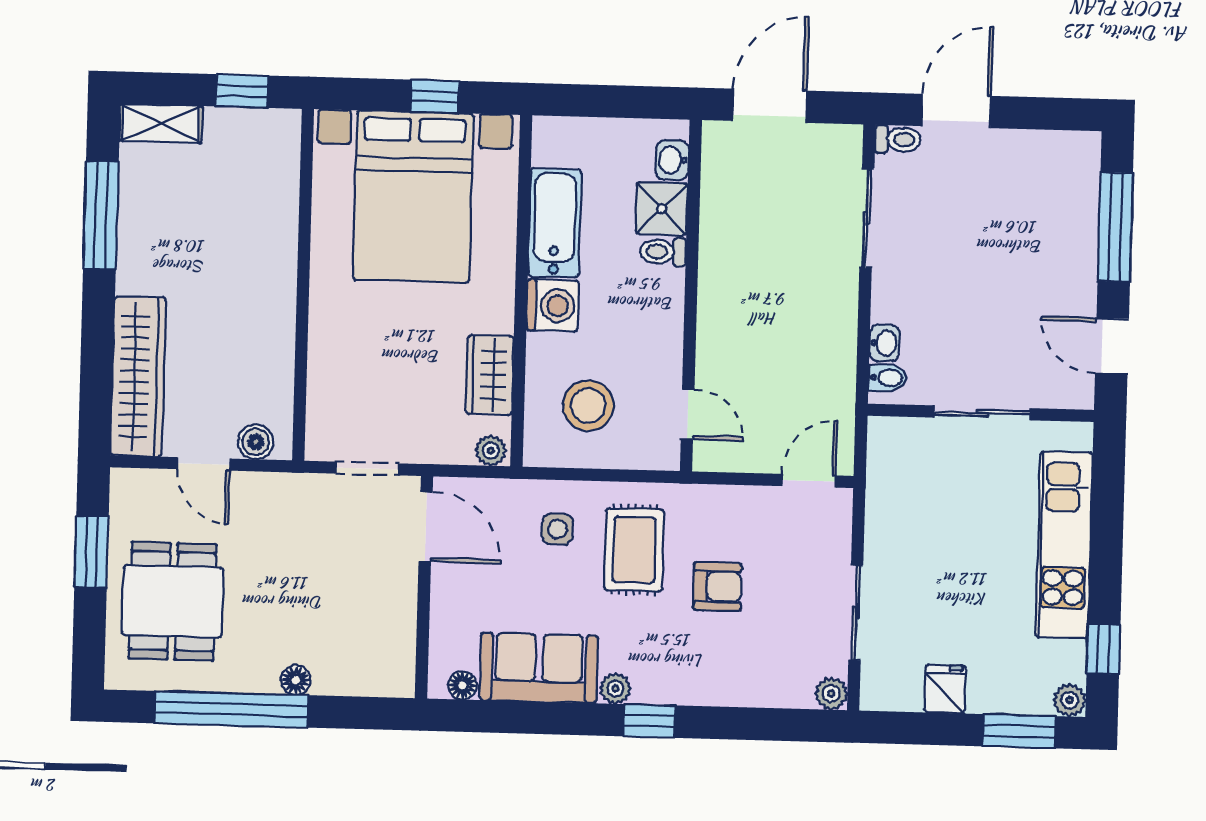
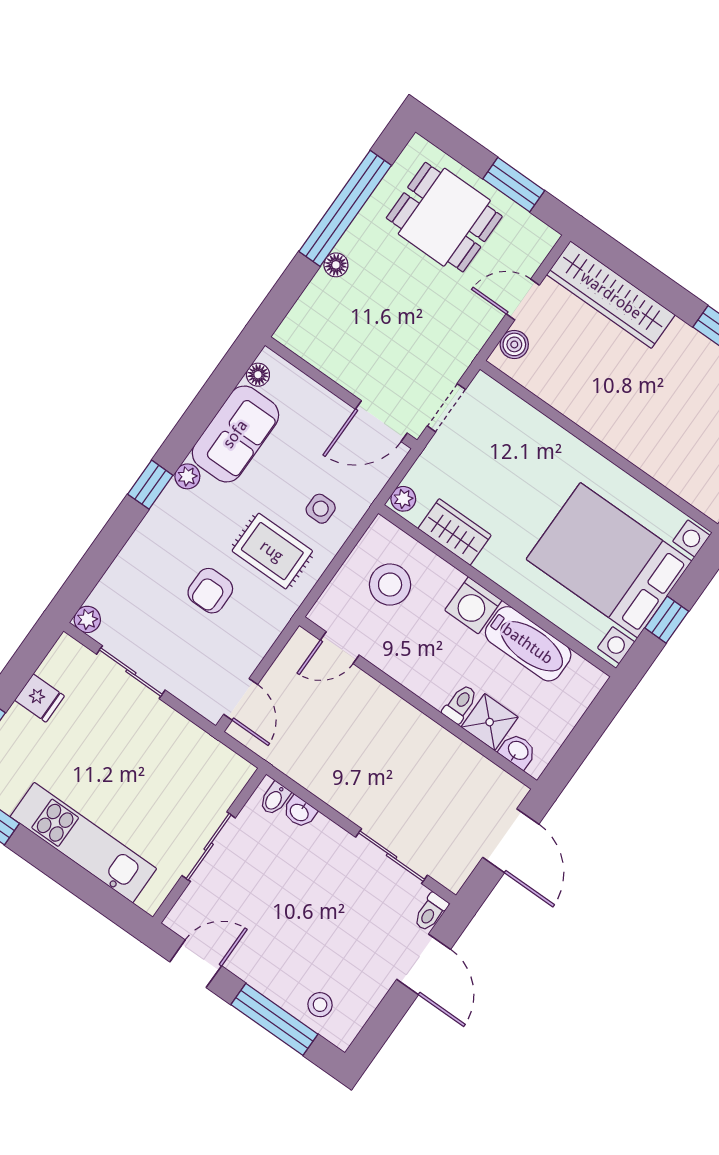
stool: (1069, 190) -> (320, 1005), added

